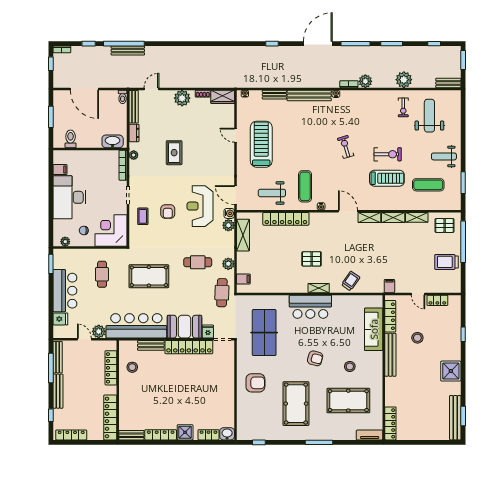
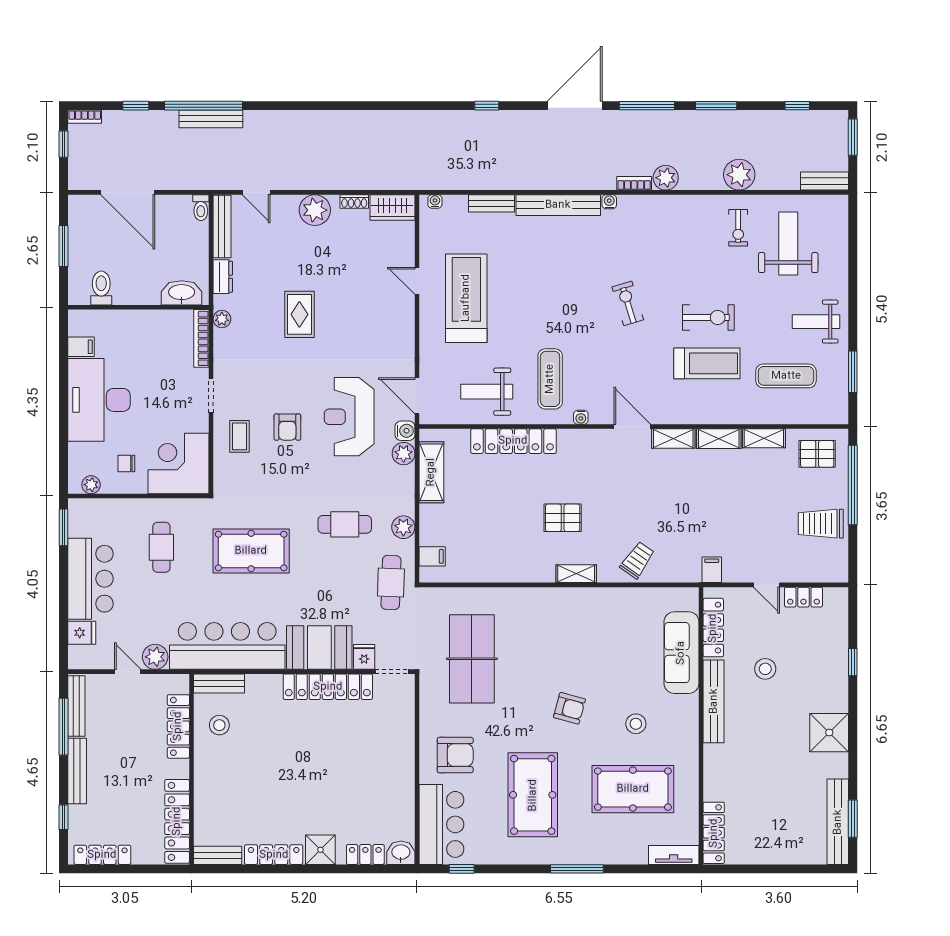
door: (151, 89) -> (256, 192), swing flipped
bar counter: (310, 307) -> (441, 824), moved, turned -90
bench: (151, 345) -> (219, 683), moved

